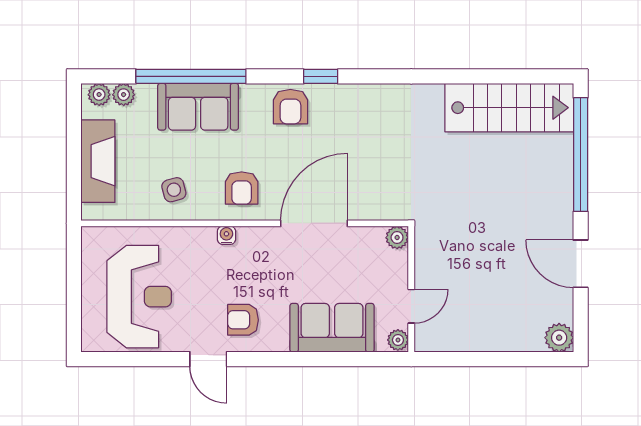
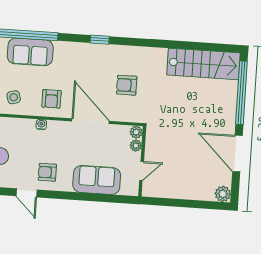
armchair: (290, 107) -> (127, 85), moved, turned 90
door: (314, 223) -> (91, 121), hinge flipped
door: (581, 264) -> (237, 154), width x1.36
plant: (398, 340) -> (136, 146), moved

